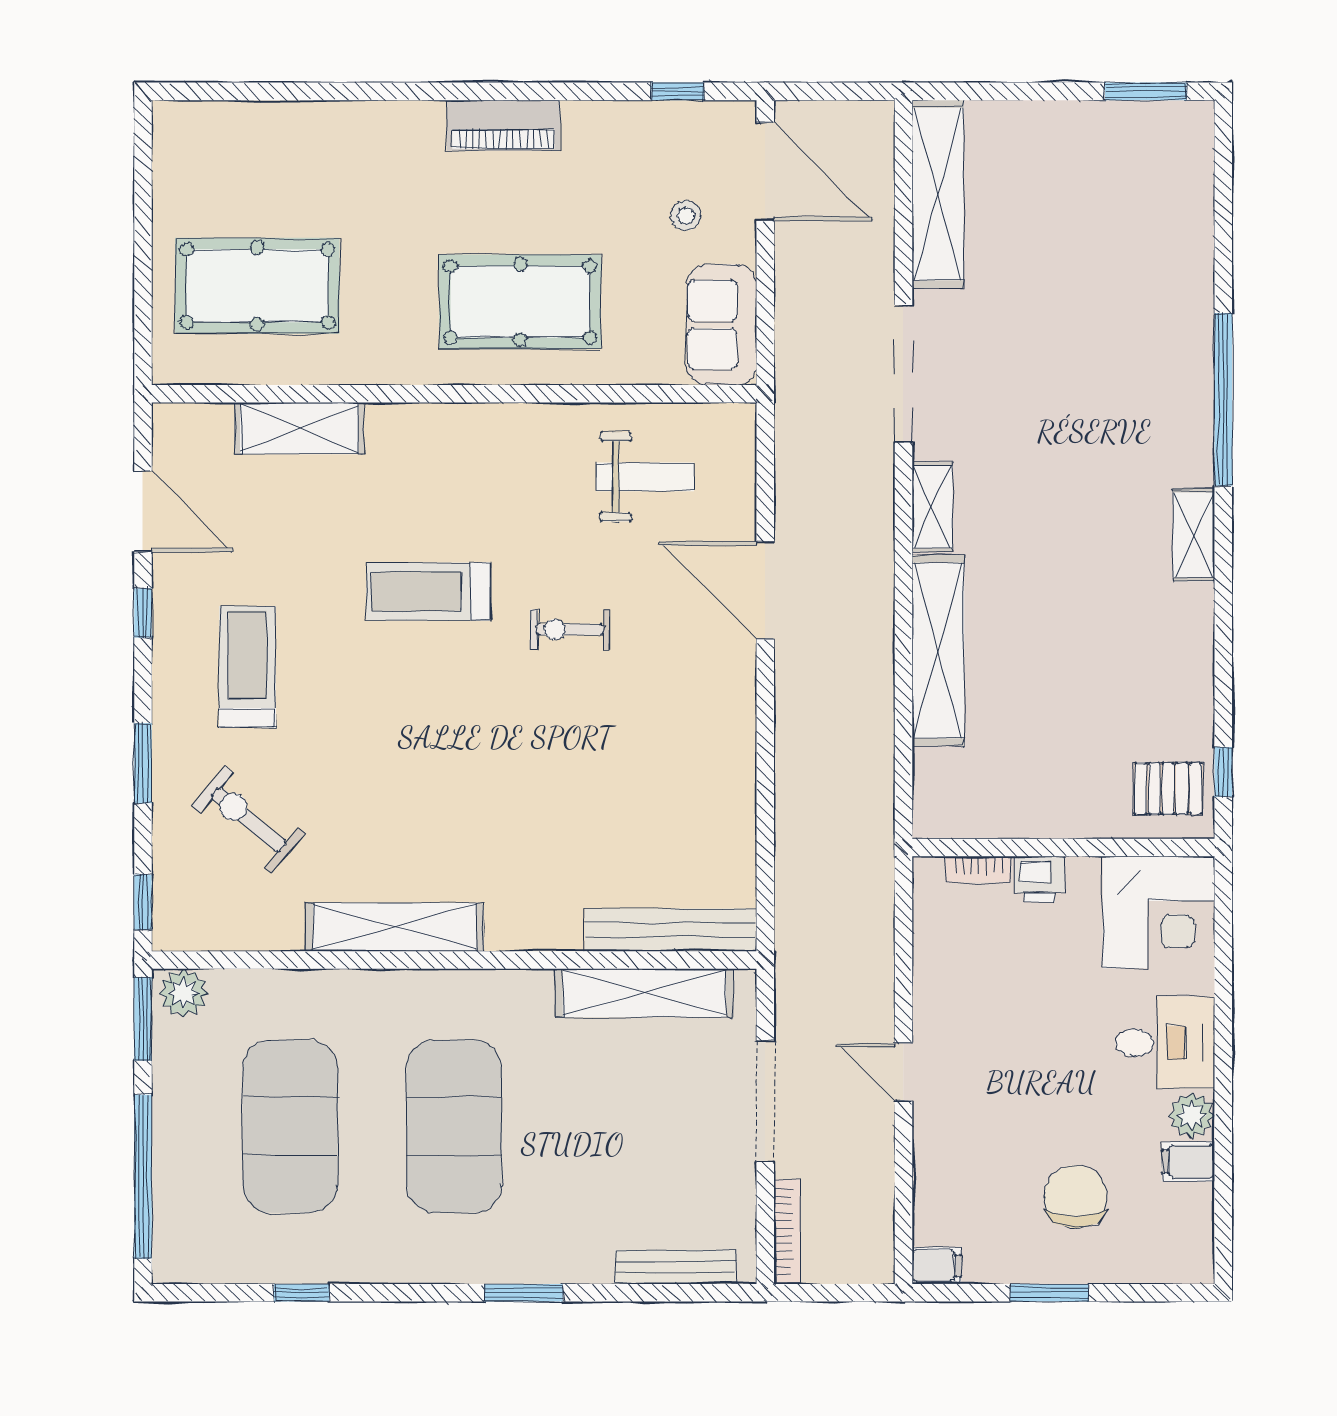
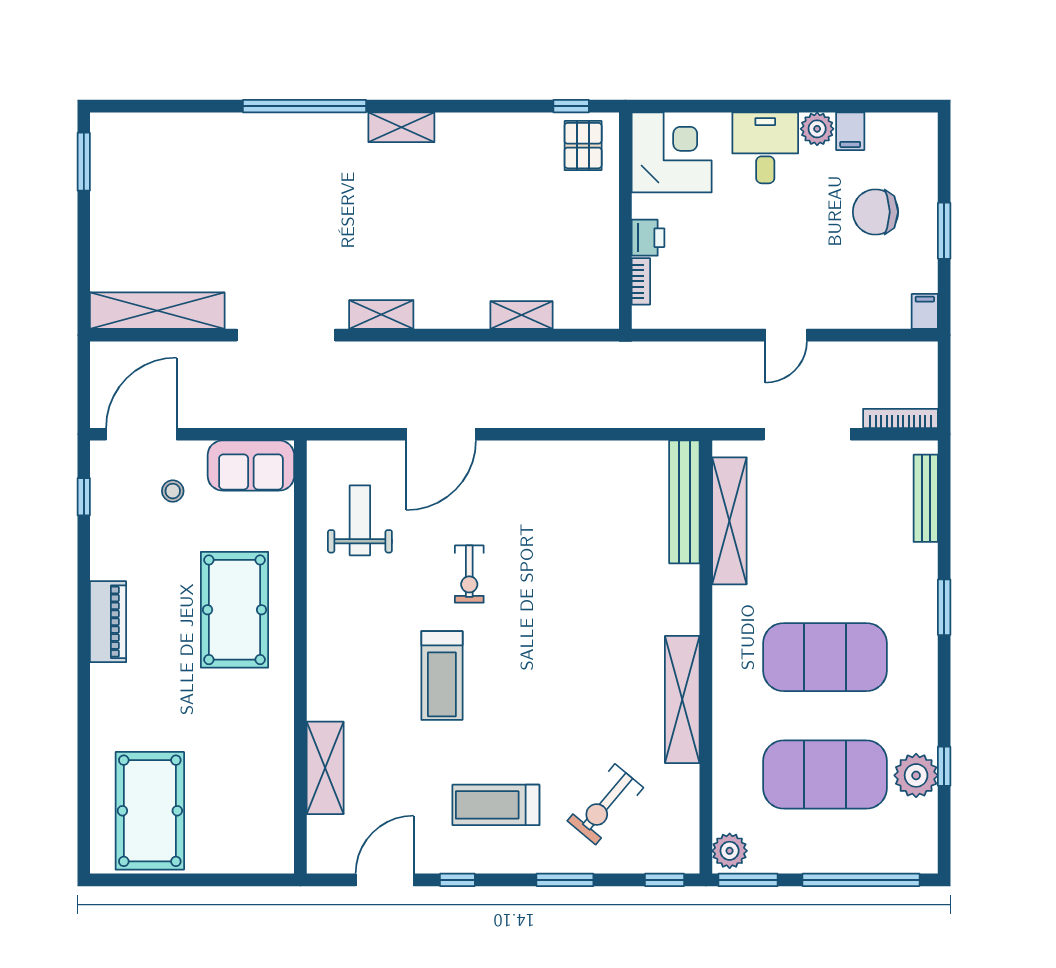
pool table: (257, 286) -> (150, 811), moved
shelving: (938, 650) -> (521, 315), width x0.45, depth x0.75
plant: (289, 1253) -> (916, 775), added

